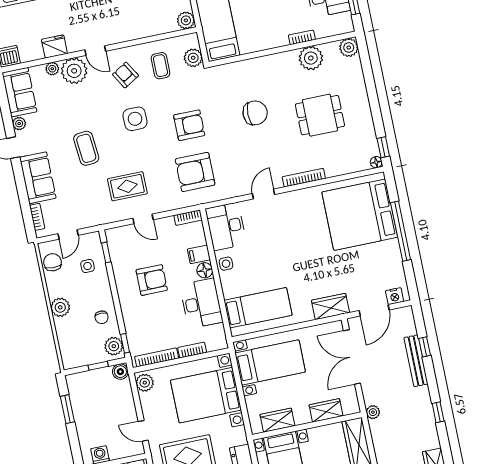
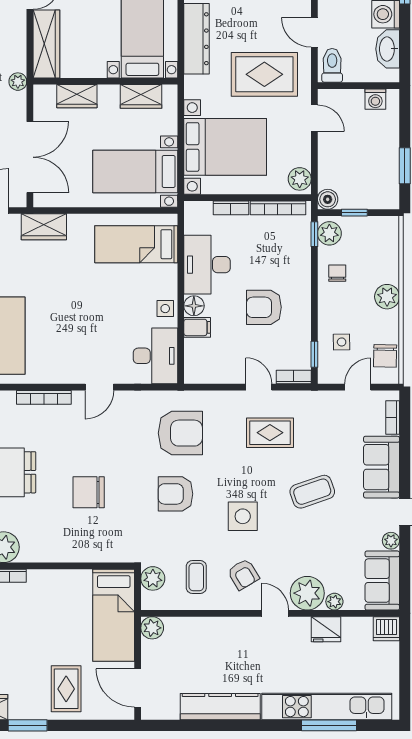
coffee table: (86, 148) -> (312, 492), turned 76
bookcase: (188, 218) -> (294, 377), moved

